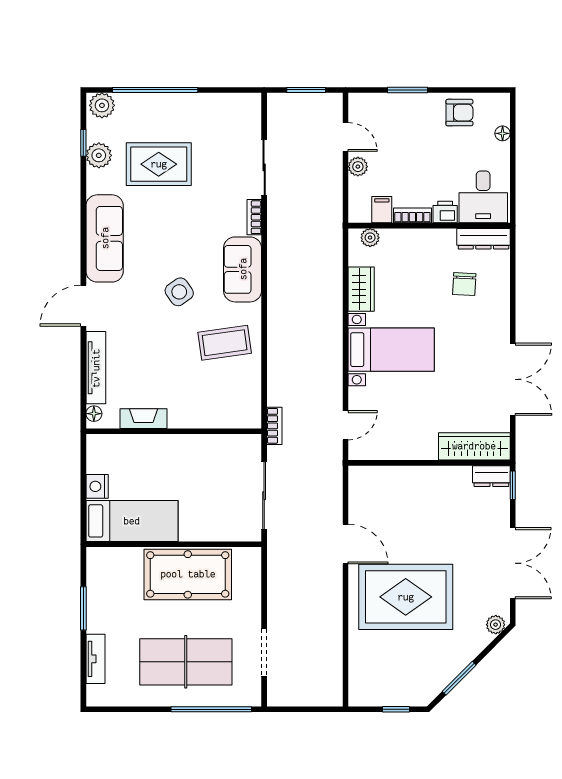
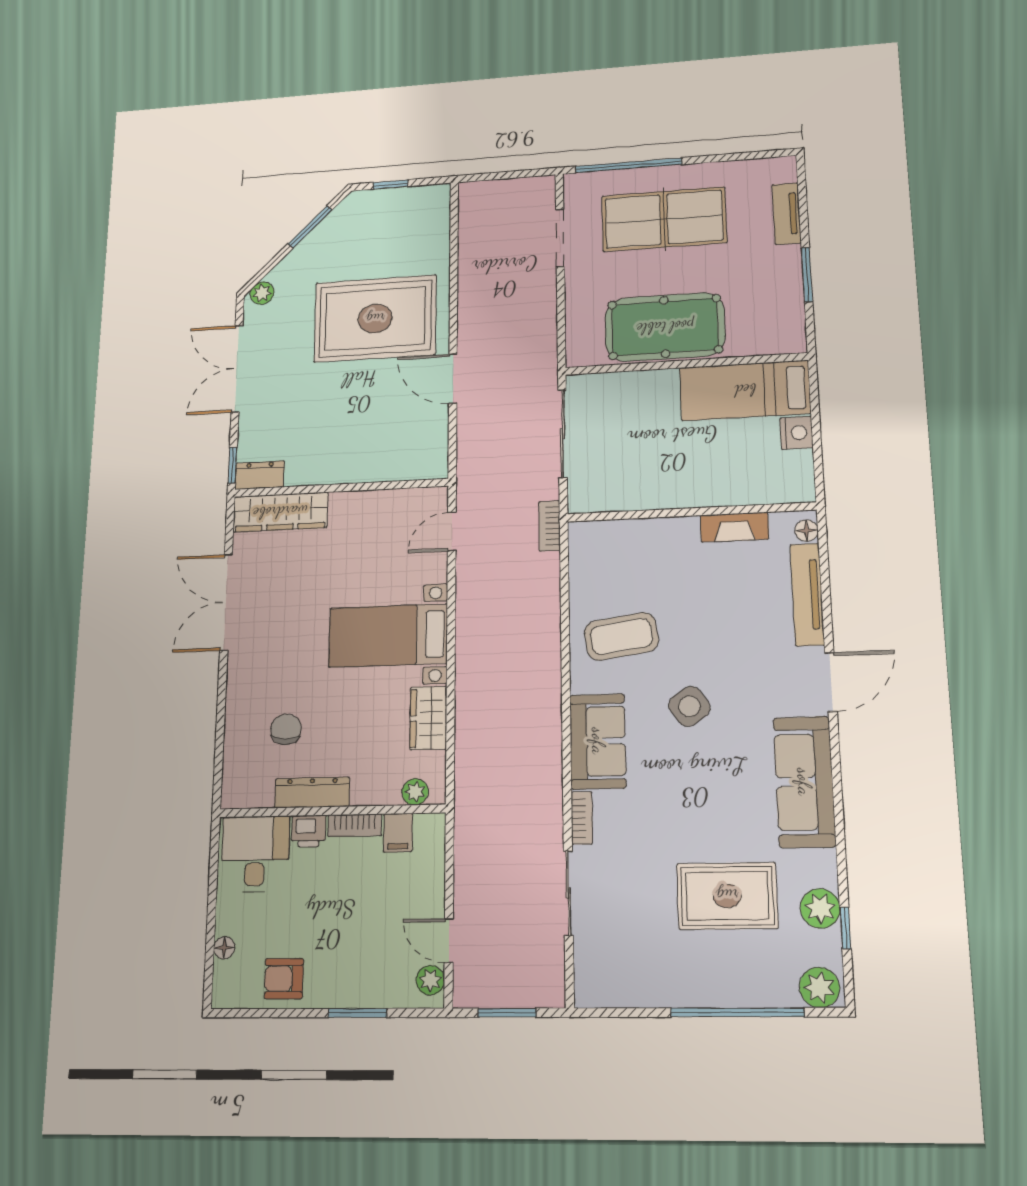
plant: (358, 167) -> (430, 980), moved
dresser: (483, 239) -> (312, 793), moved

